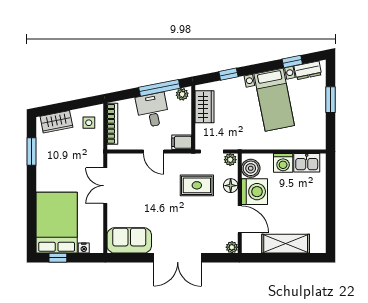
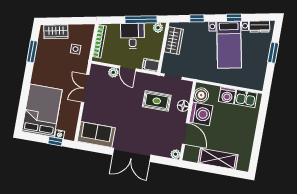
window: (292, 61) -> (234, 18), moved
side table: (89, 123) -> (76, 49), moved
plant: (230, 160) -> (113, 72), moved
window: (58, 258) -> (55, 141), moved

